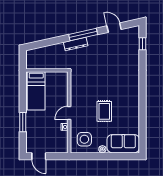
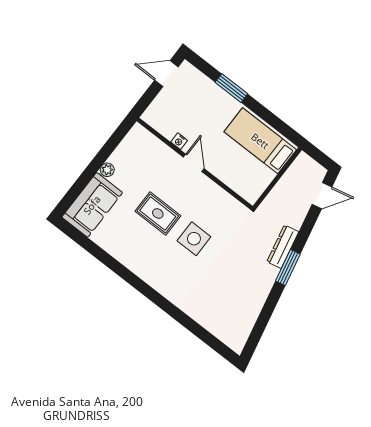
door: (114, 28) -> (322, 196), moved
window: (83, 34) -> (288, 267), width x0.69
window: (143, 44) -> (210, 340), removed
side table: (84, 139) -> (194, 239), moved

